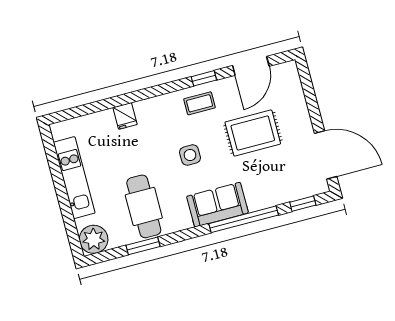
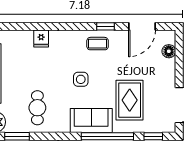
floor lamp: (294, 89) -> (169, 51), added
rug: (253, 133) -> (130, 100), moved, turned 90
cafe table: (144, 206) -> (37, 108), width x0.73, depth x0.74
window: (143, 246) -> (17, 136), moved

